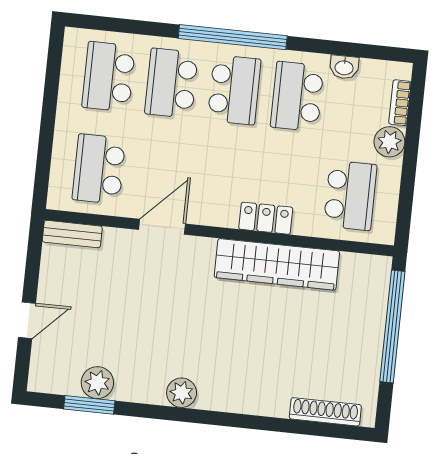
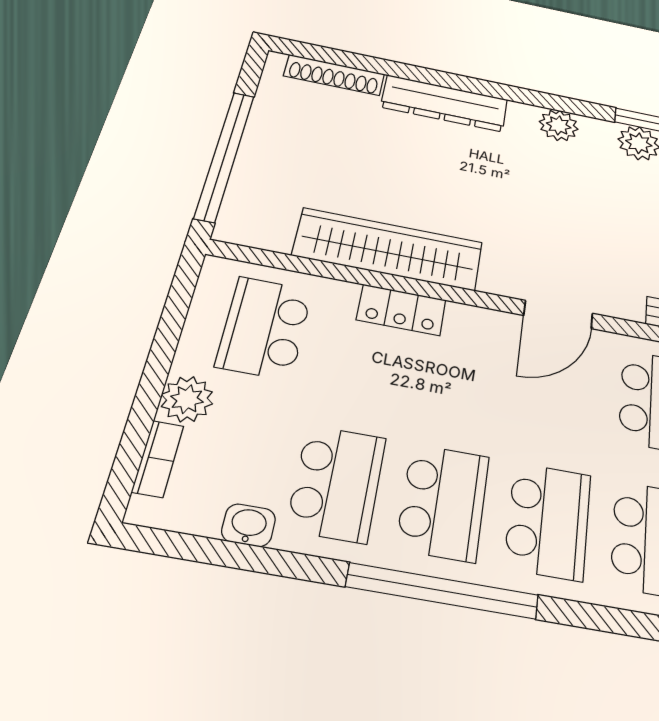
school desk: (234, 90) -> (443, 502), turned 180
plant: (182, 393) -> (559, 125), moved
dresser: (244, 398) -> (444, 103), added

